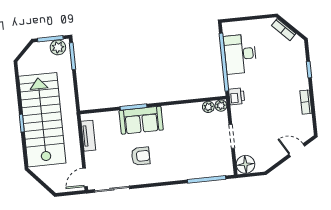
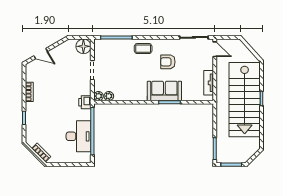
plant: (58, 47) -> (226, 157), removed
coffee table: (172, 169) -> (143, 49), added
door: (85, 177) -> (215, 49), hinge flipped

